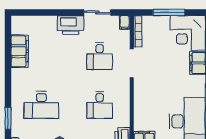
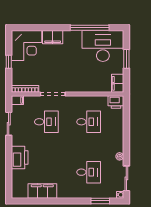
window: (169, 12) -> (9, 62), width x0.46
printer: (71, 25) -> (20, 158), moved
desk: (41, 105) -> (89, 172), width x0.73

